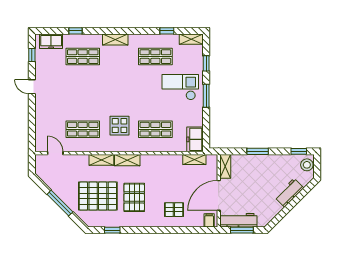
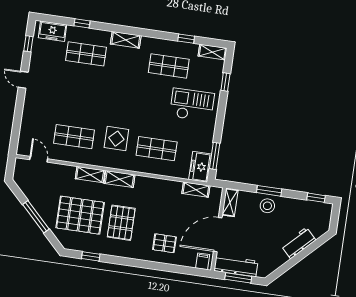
window: (206, 96) -> (215, 156), moved
stool: (307, 165) -> (267, 206), moved

